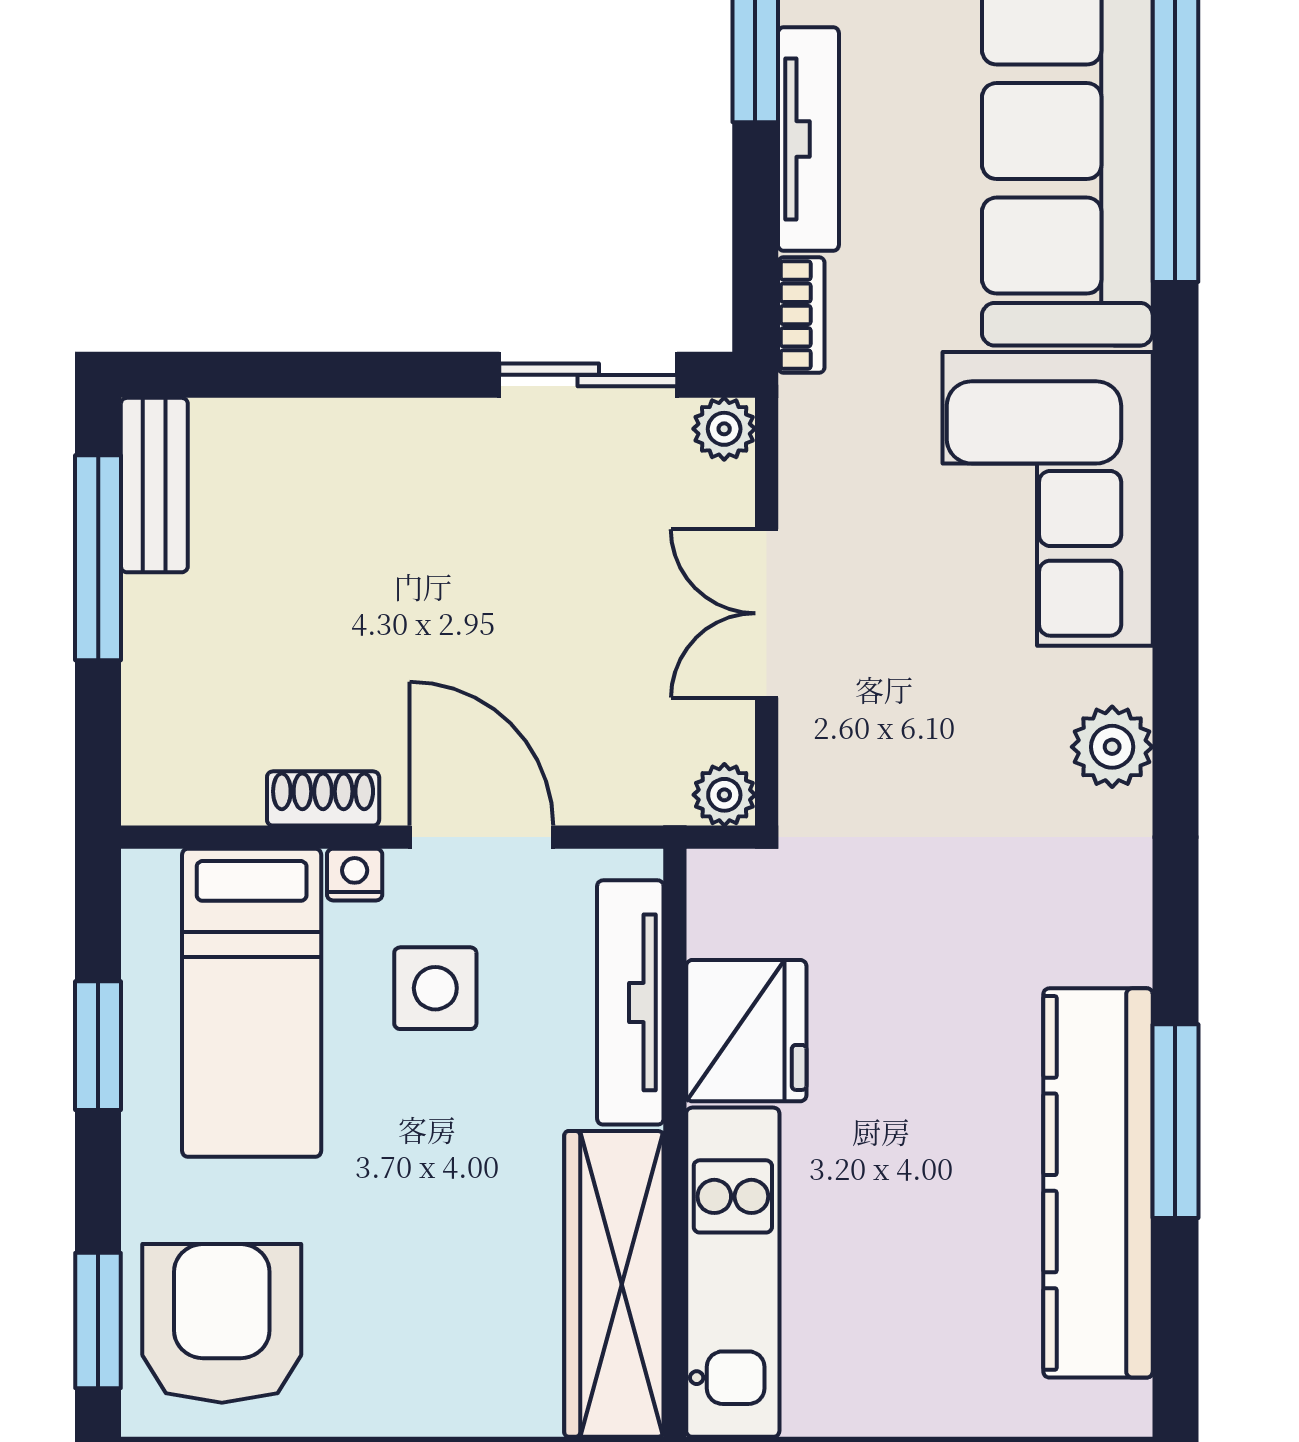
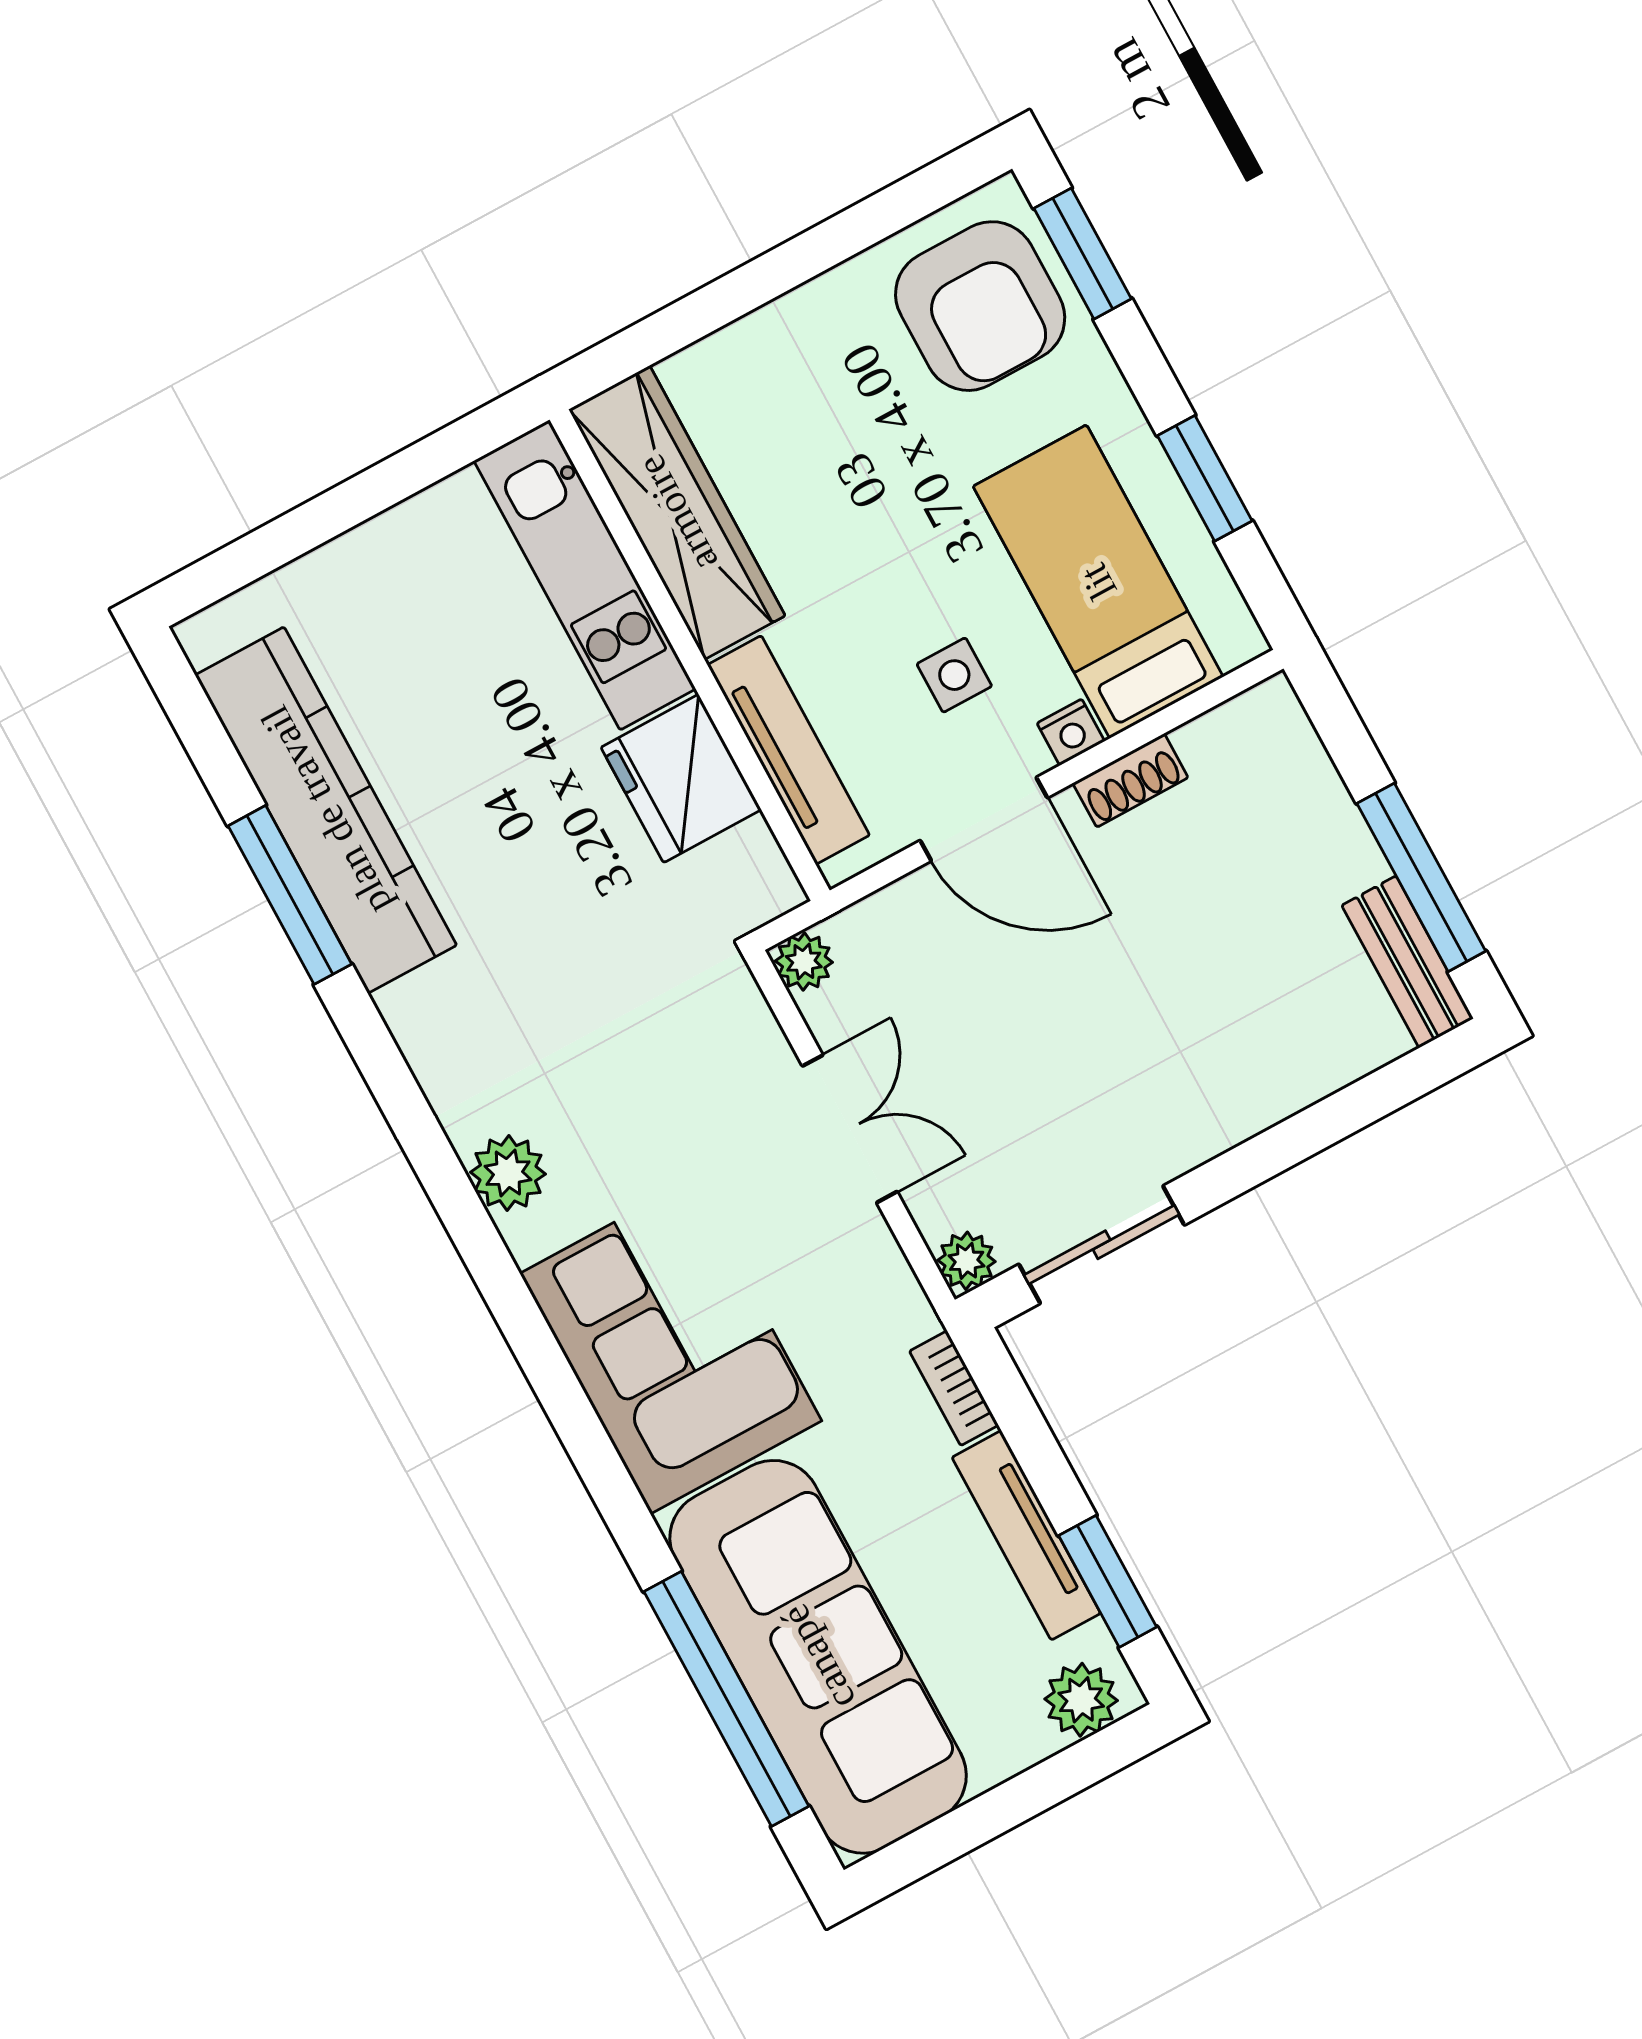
side table: (435, 988) -> (954, 675), width x0.73, depth x0.73

